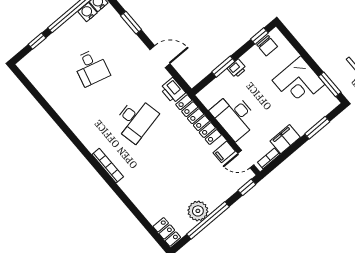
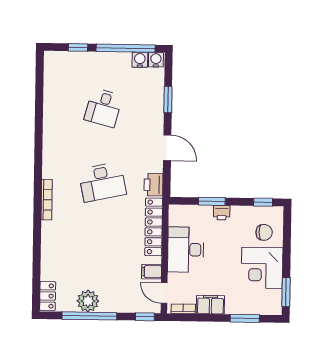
chair: (267, 46) -> (264, 232), moved, turned -90

